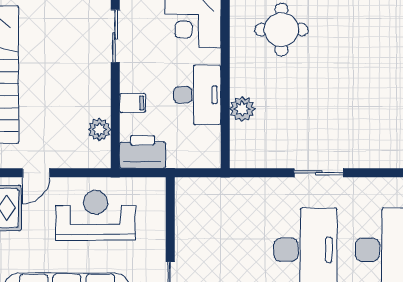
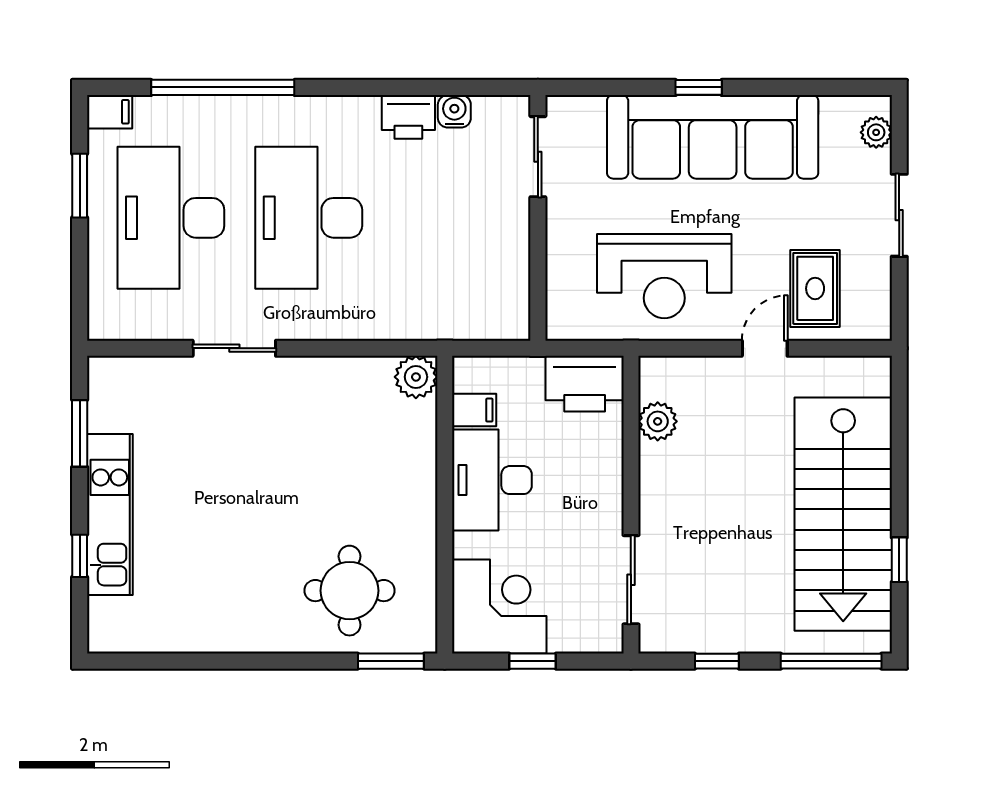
filing cabinet: (133, 103) -> (474, 410), moved, turned 180
plant: (242, 109) -> (416, 377), moved
sliding door: (319, 173) -> (234, 348), moved

